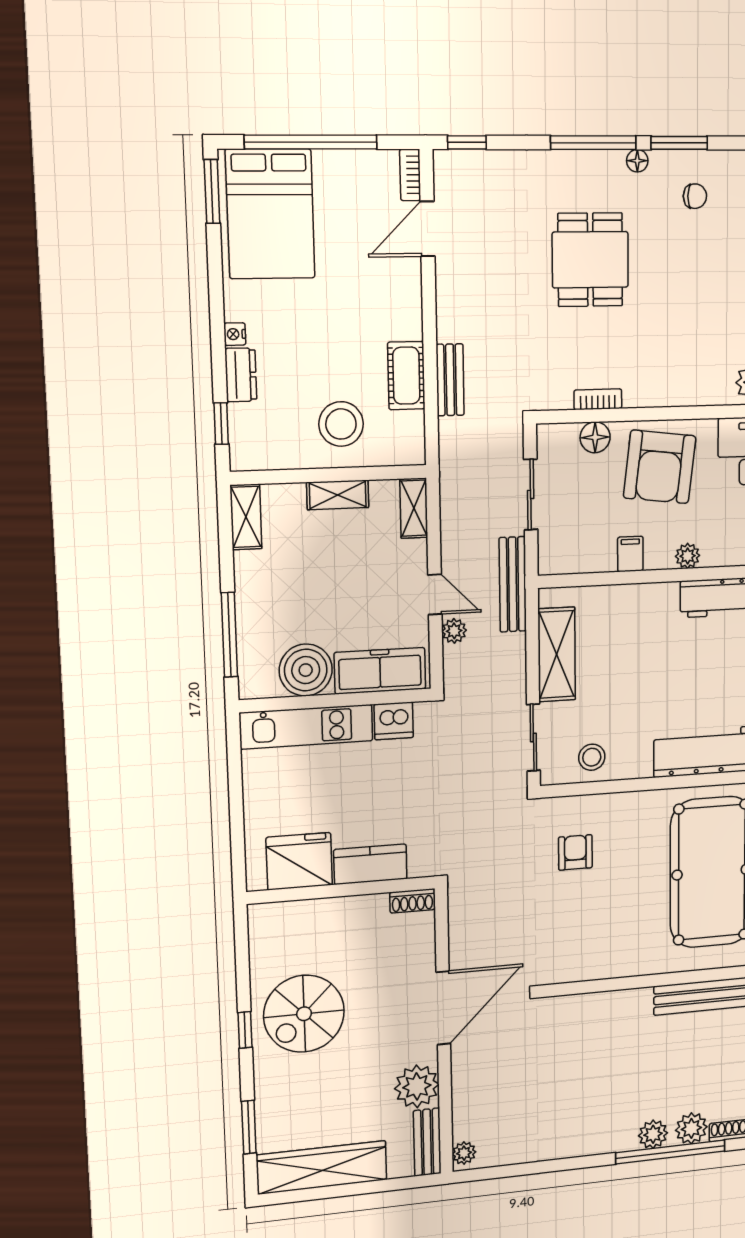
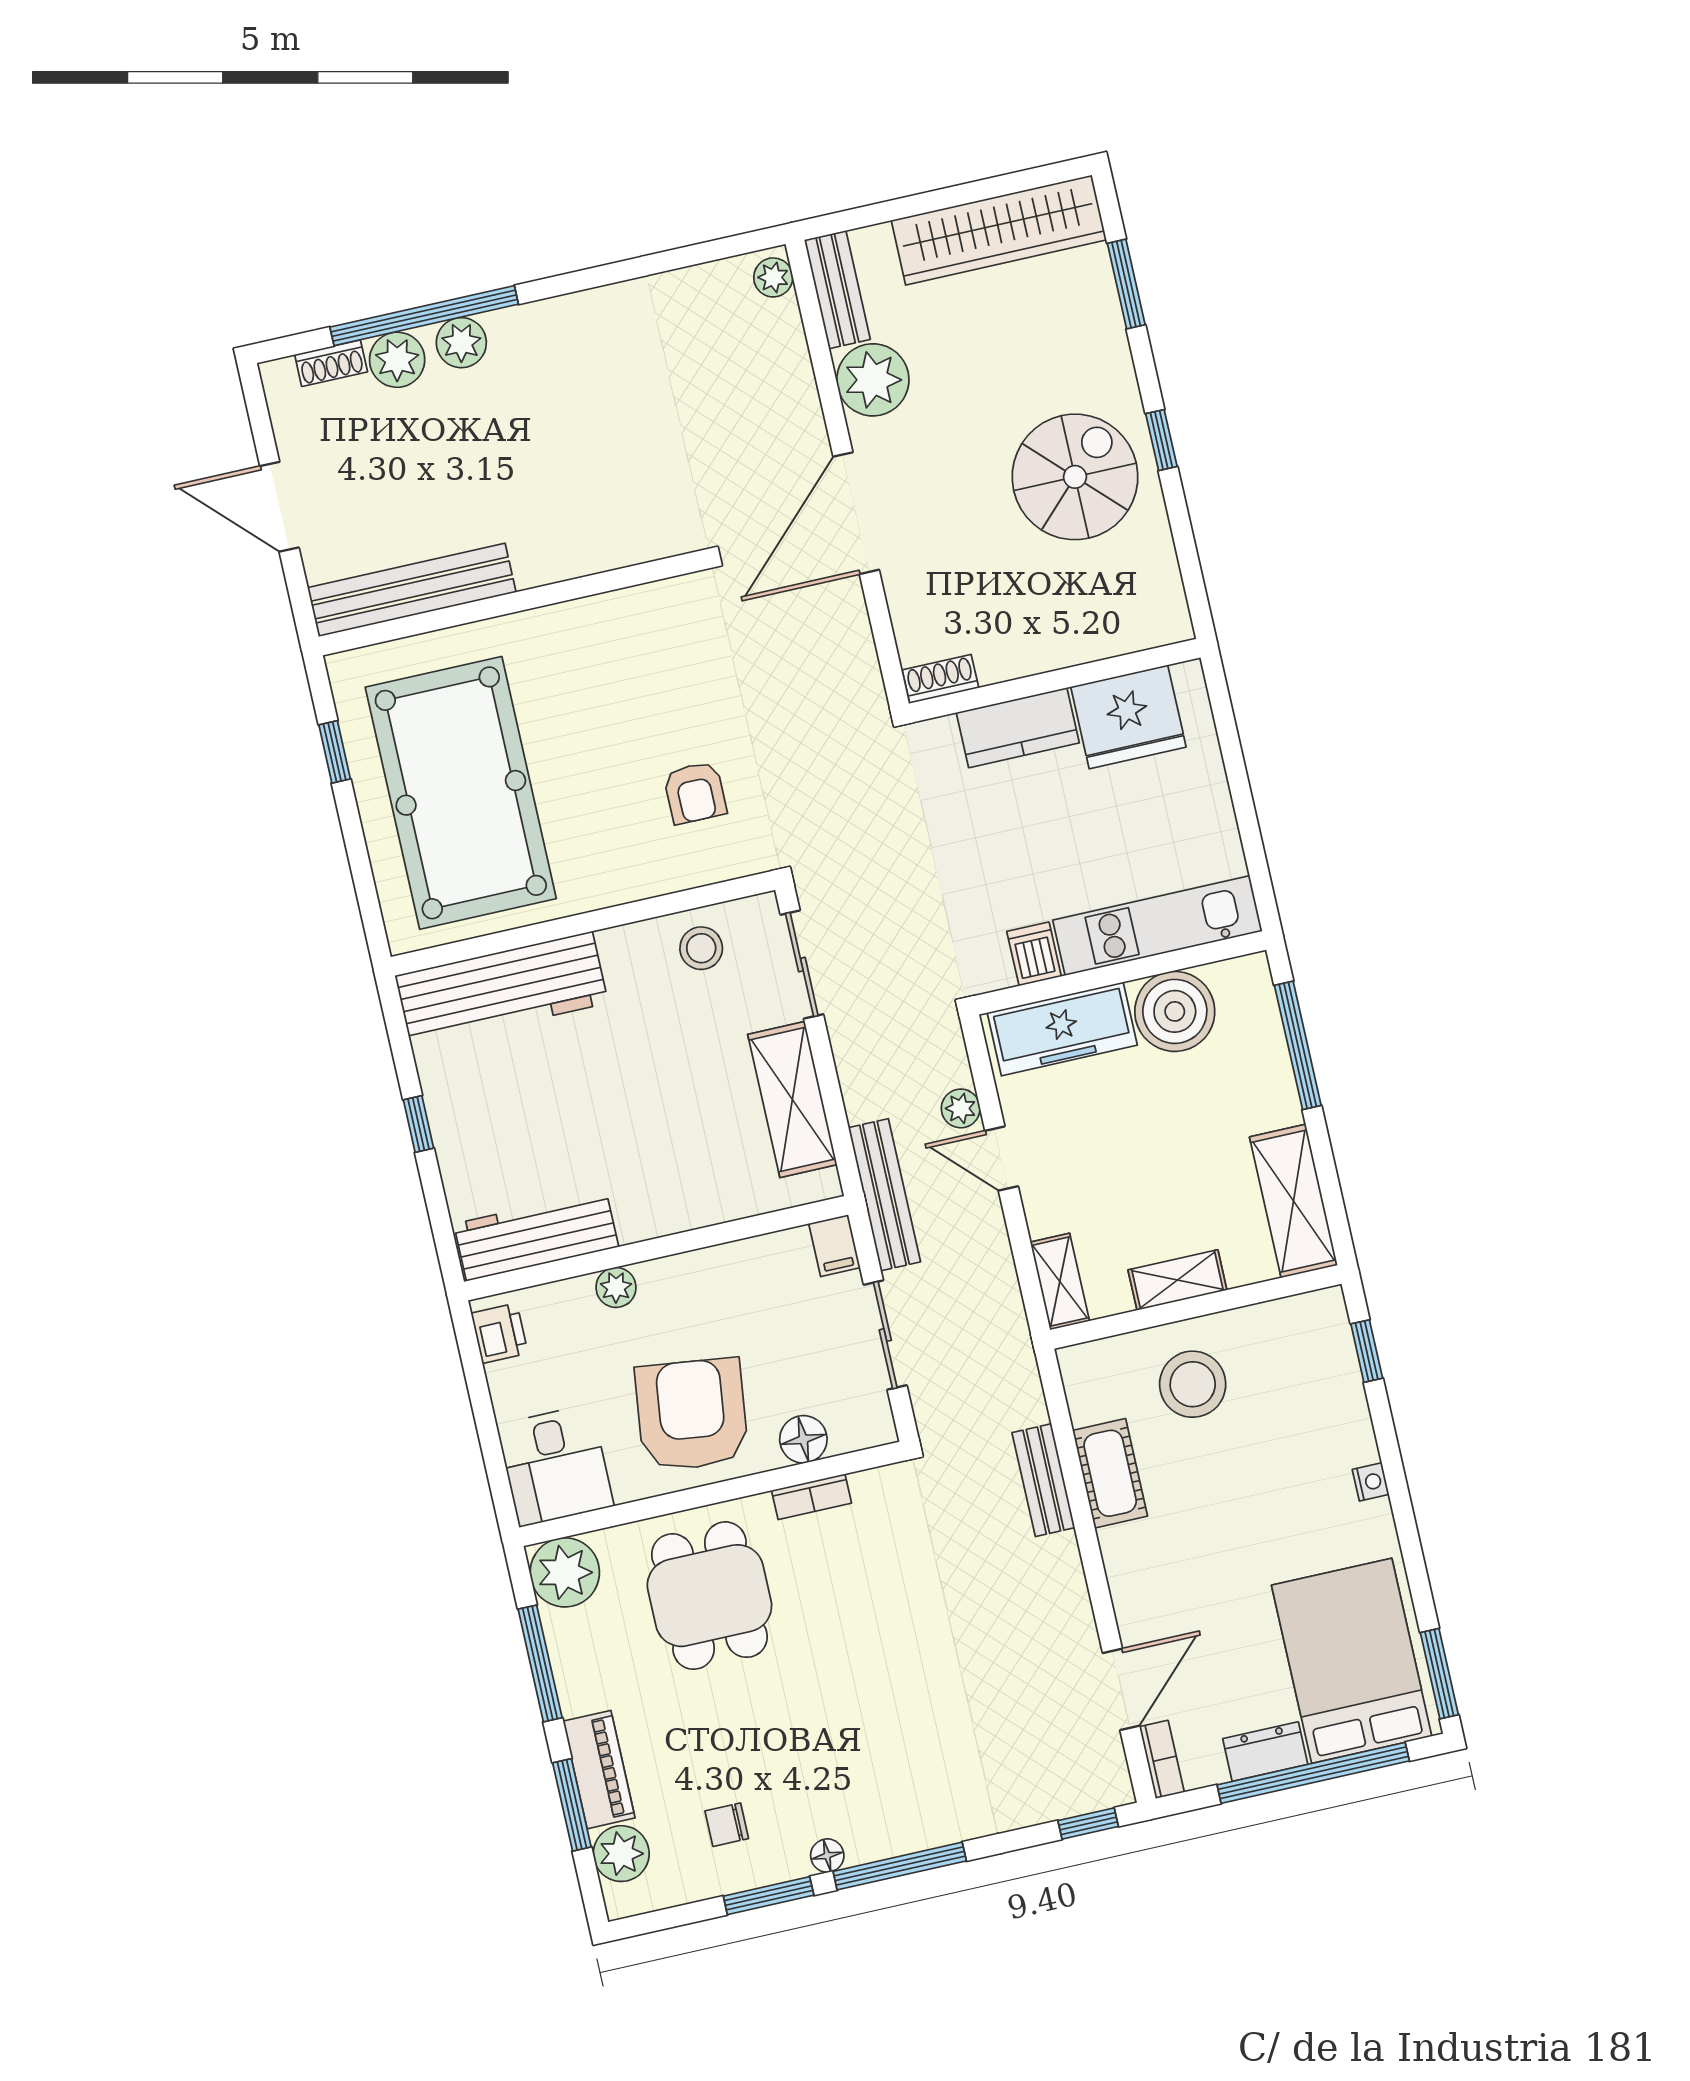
dining table: (590, 260) -> (709, 1596), moved
dresser: (241, 375) -> (1265, 1751), moved, turned 90
shelving: (246, 517) -> (1294, 1201), width x1.50, depth x1.33
filing cabinet: (630, 554) -> (834, 1246), moved
dishwasher: (394, 721) -> (1034, 954), width x0.73

